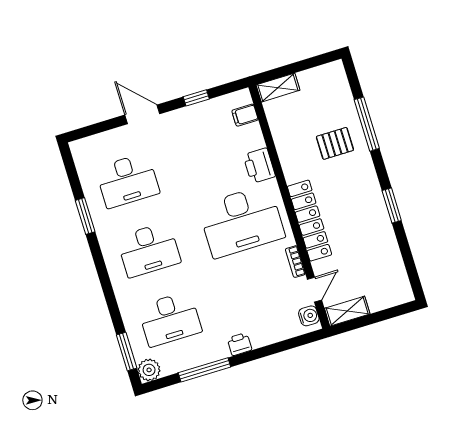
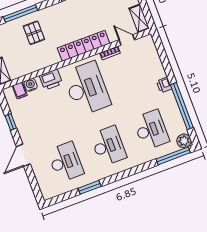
water cooler: (309, 316) -> (31, 85), moved
window: (127, 352) -> (173, 156), width x1.44
window: (204, 370) -> (182, 106), width x1.46

